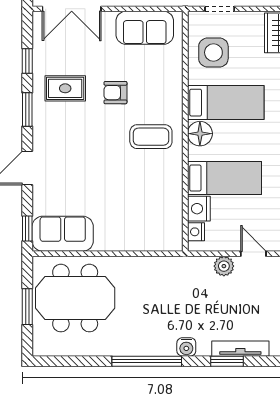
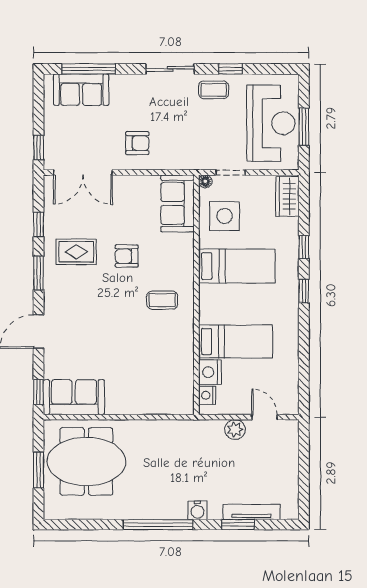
sofa: (145, 28) -> (178, 203), moved, turned 90
floor lamp: (200, 134) -> (205, 181), moved, width x0.53, depth x0.53
coffee table: (151, 137) -> (162, 300), width x0.73, depth x0.77

